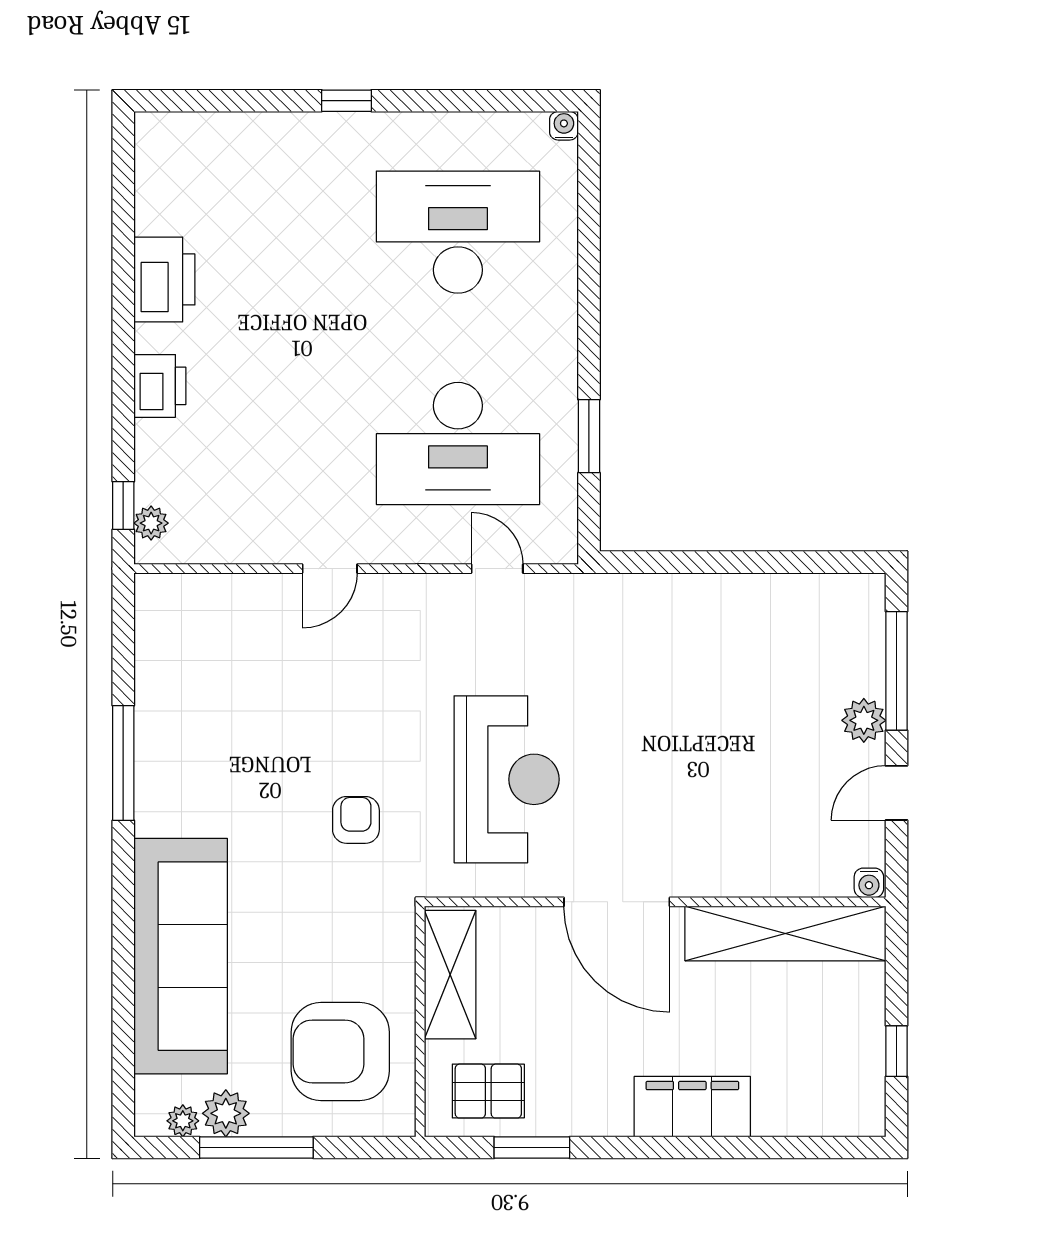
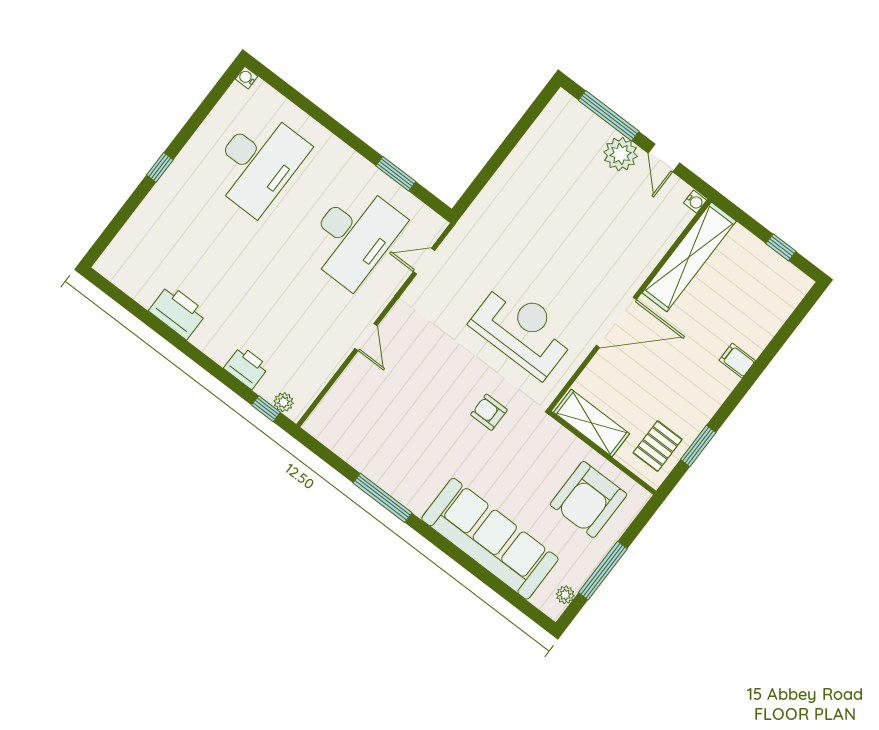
desk: (458, 232) -> (258, 162), turned 180
printer: (160, 386) -> (246, 367), moved
plant: (864, 720) -> (621, 154), width x1.36, depth x1.36
filing cabinet: (692, 1107) -> (737, 361), width x0.33, depth x0.86
plant: (226, 1113) -> (577, 573), removed

